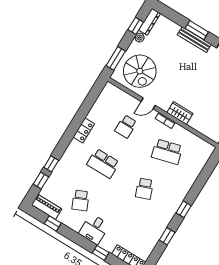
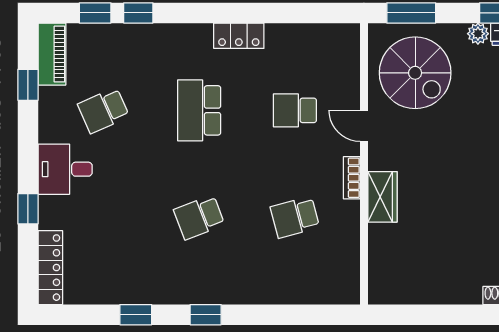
spiral stairs: (140, 71) -> (415, 73), turned -90
school desk: (167, 152) -> (295, 217), width x0.54

